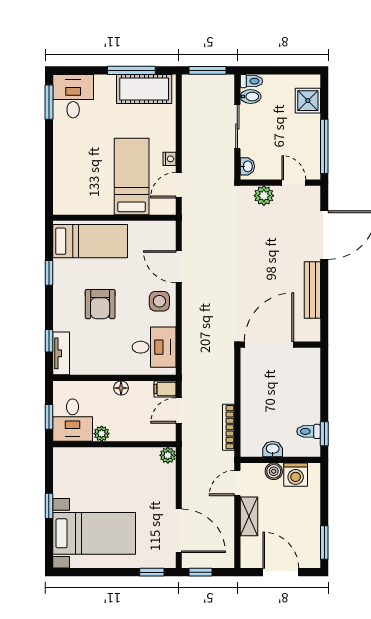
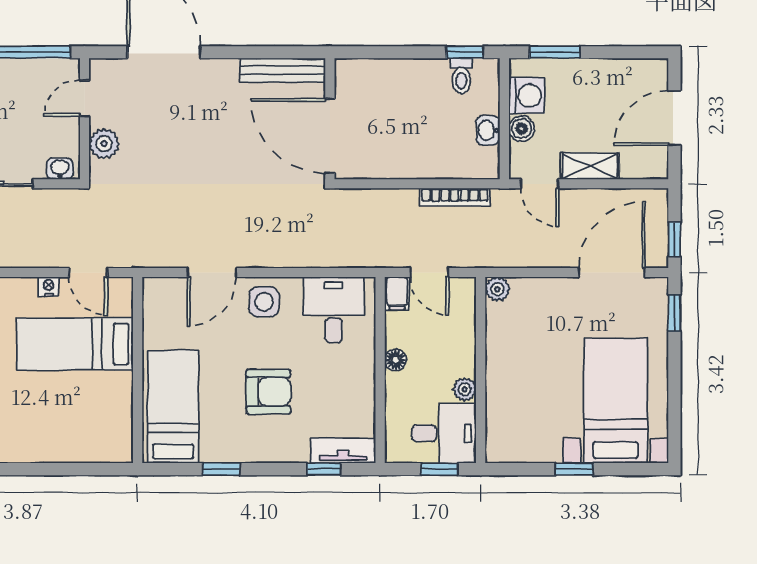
bench: (312, 290) -> (282, 70), moved
window: (324, 542) -> (555, 52), moved

